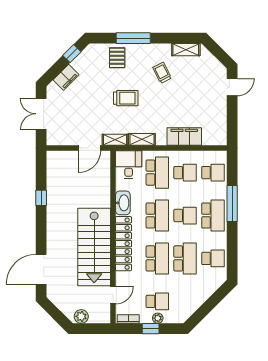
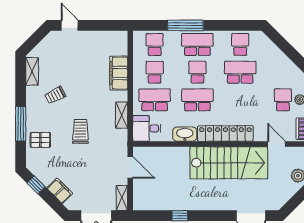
shelving: (115, 140) -> (122, 198), moved
school desk: (157, 258) -> (240, 100), removed

